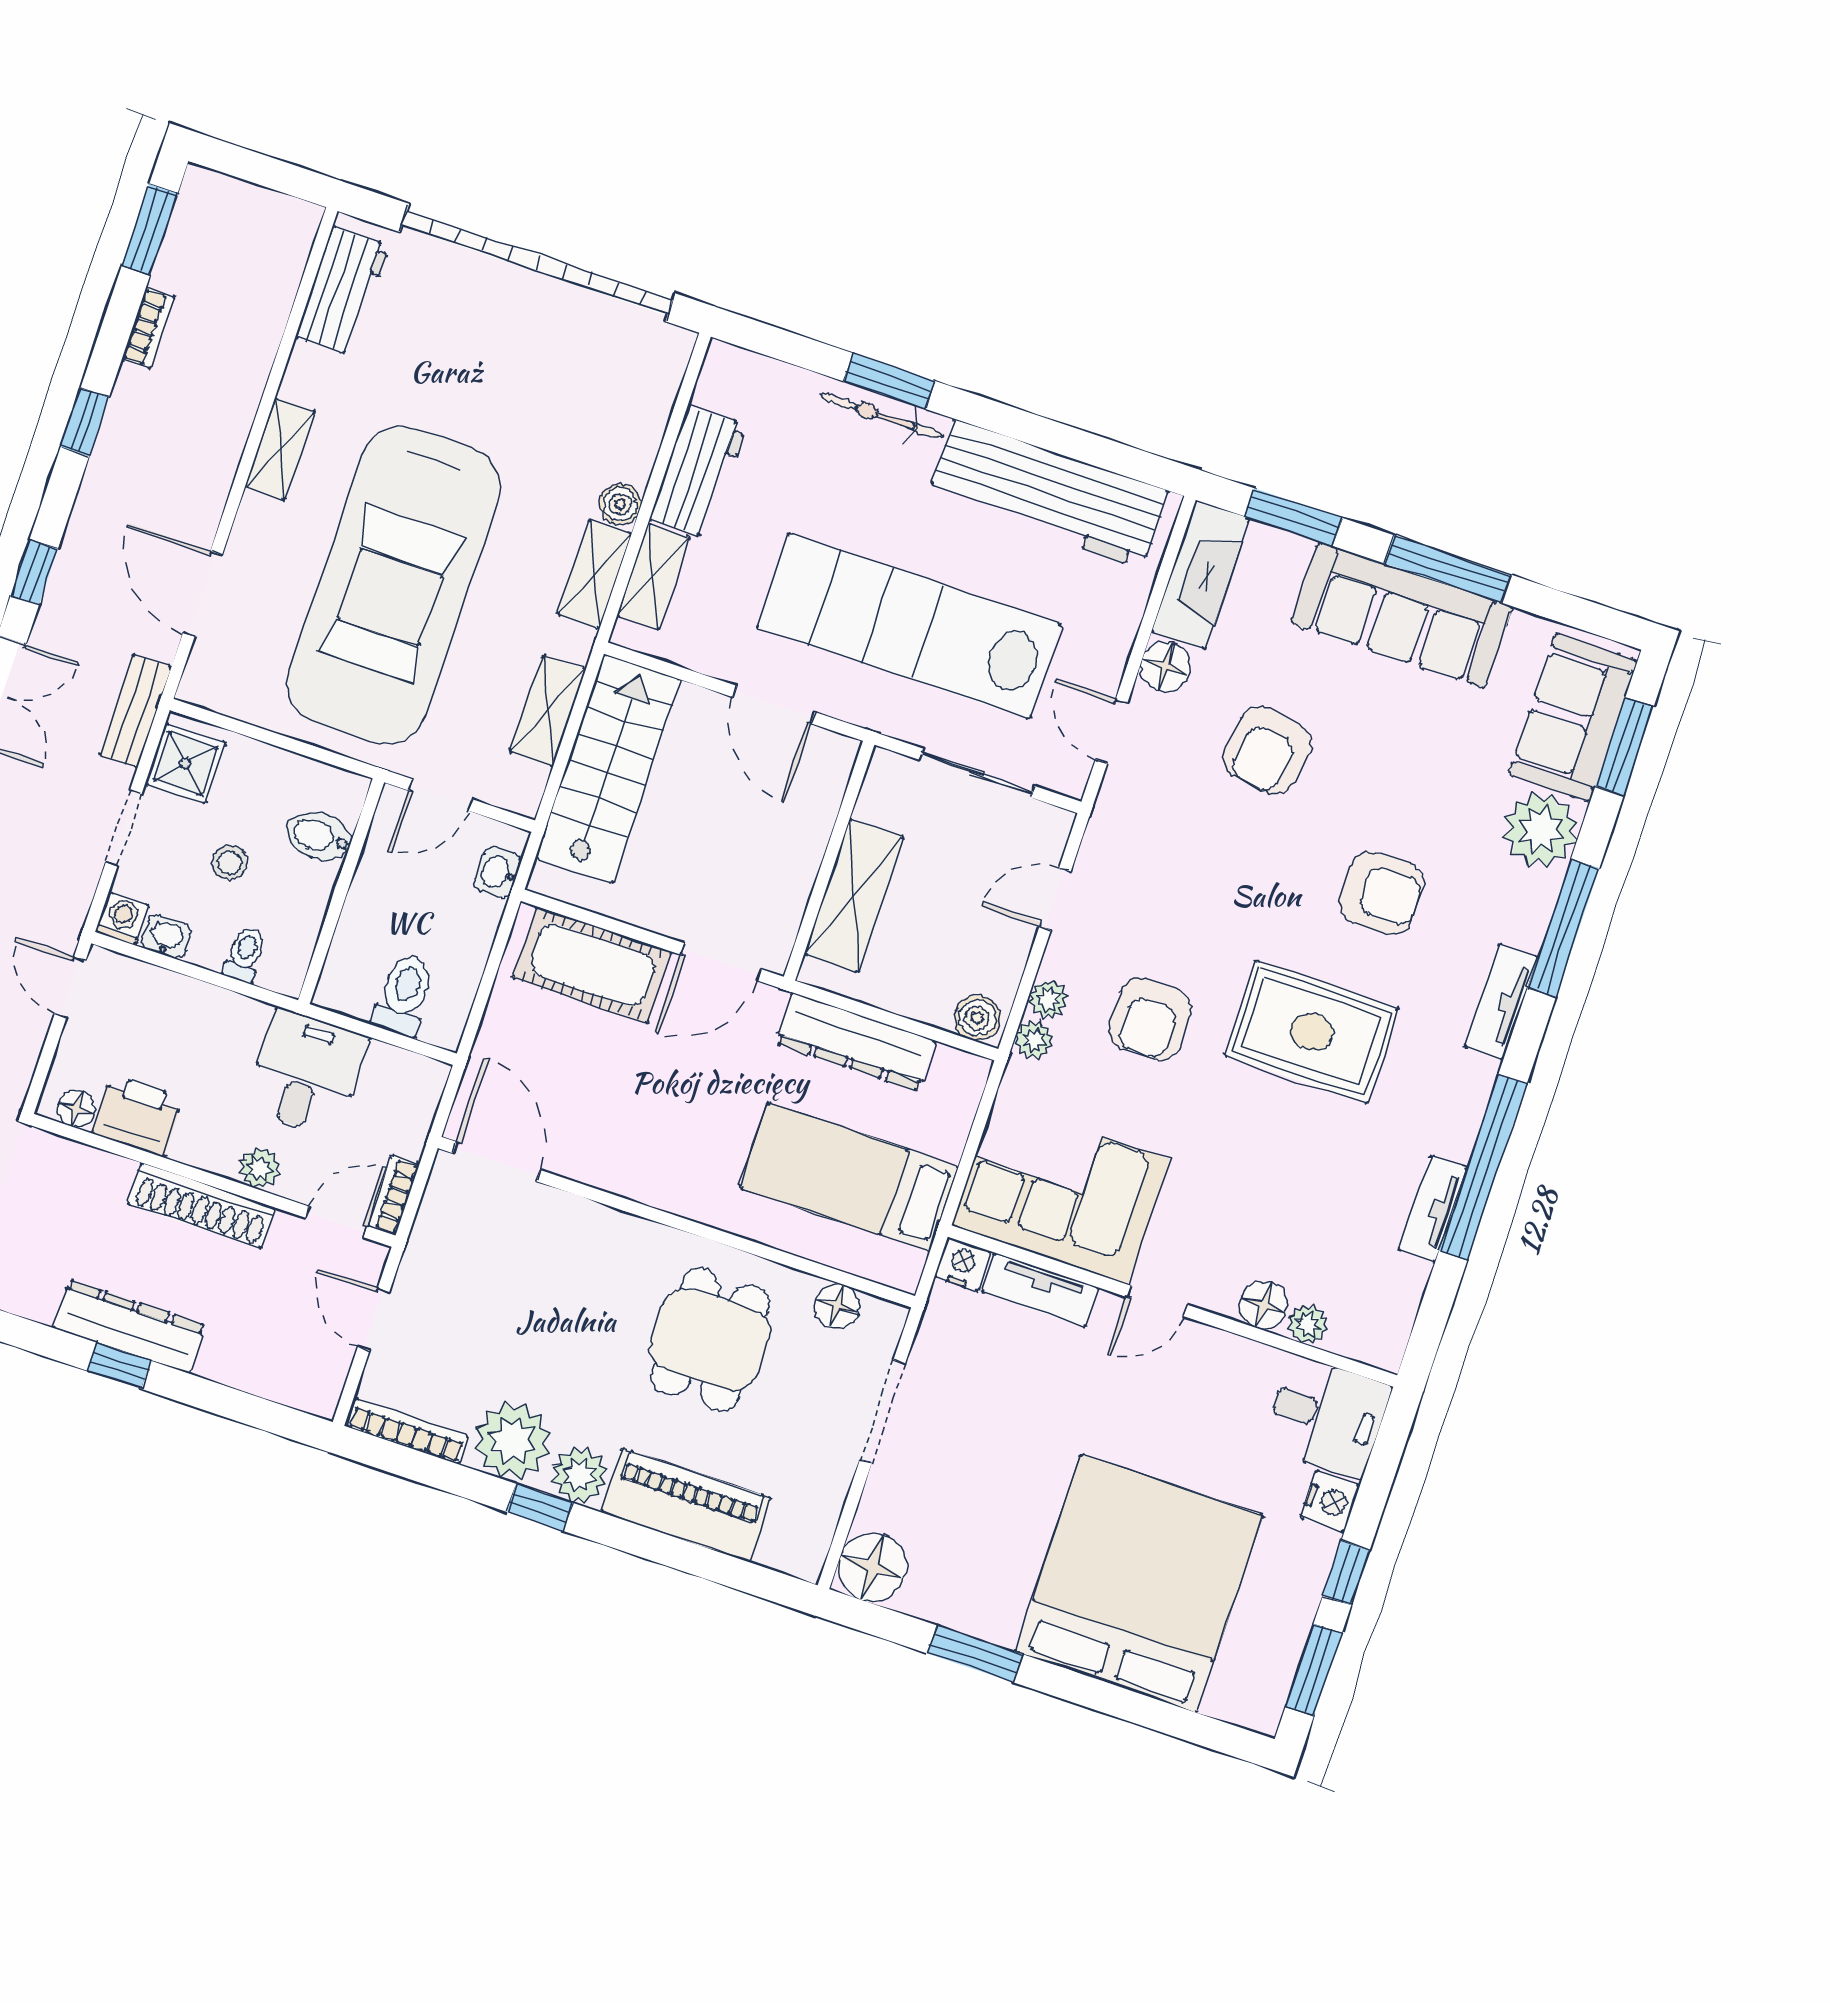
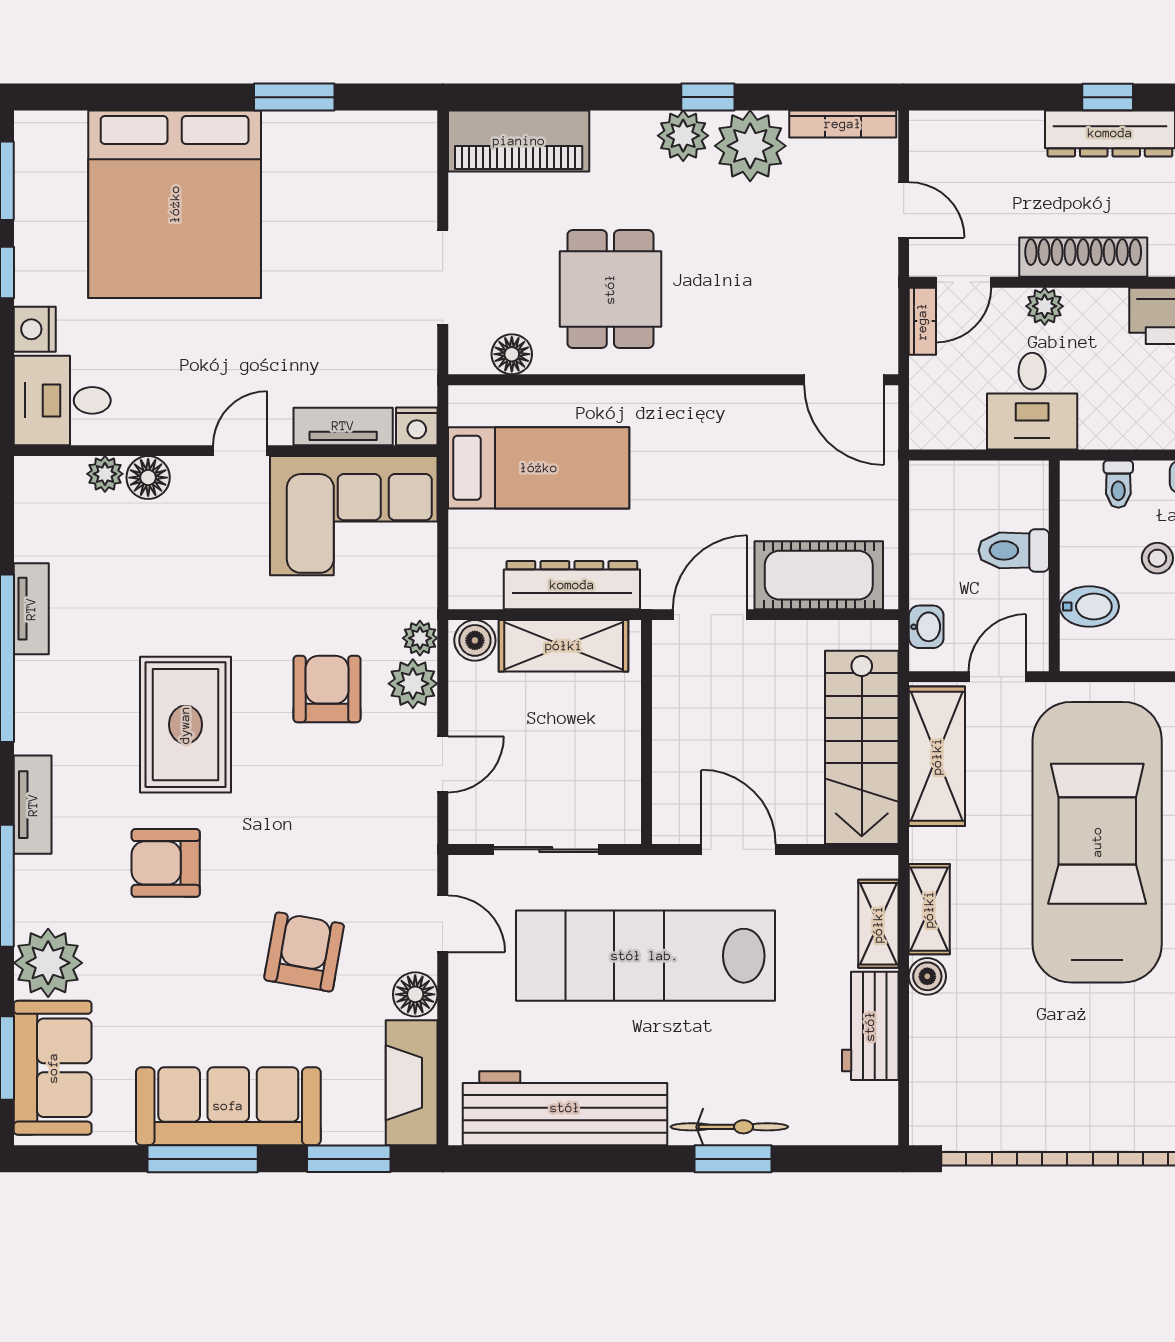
lab bench: (909, 626) -> (645, 956), turned 180
shelving: (548, 710) -> (937, 756), width x1.50, depth x1.33
shelving: (854, 895) -> (564, 646), moved, turned 90
toilet: (404, 995) -> (1014, 550), moved, turned 90
plant: (1048, 999) -> (413, 684), width x1.38, depth x1.38
rug: (1312, 1032) -> (185, 725), turned 90
piano: (686, 1505) -> (519, 141), moved
floor lamp: (872, 1568) -> (406, 141), removed

